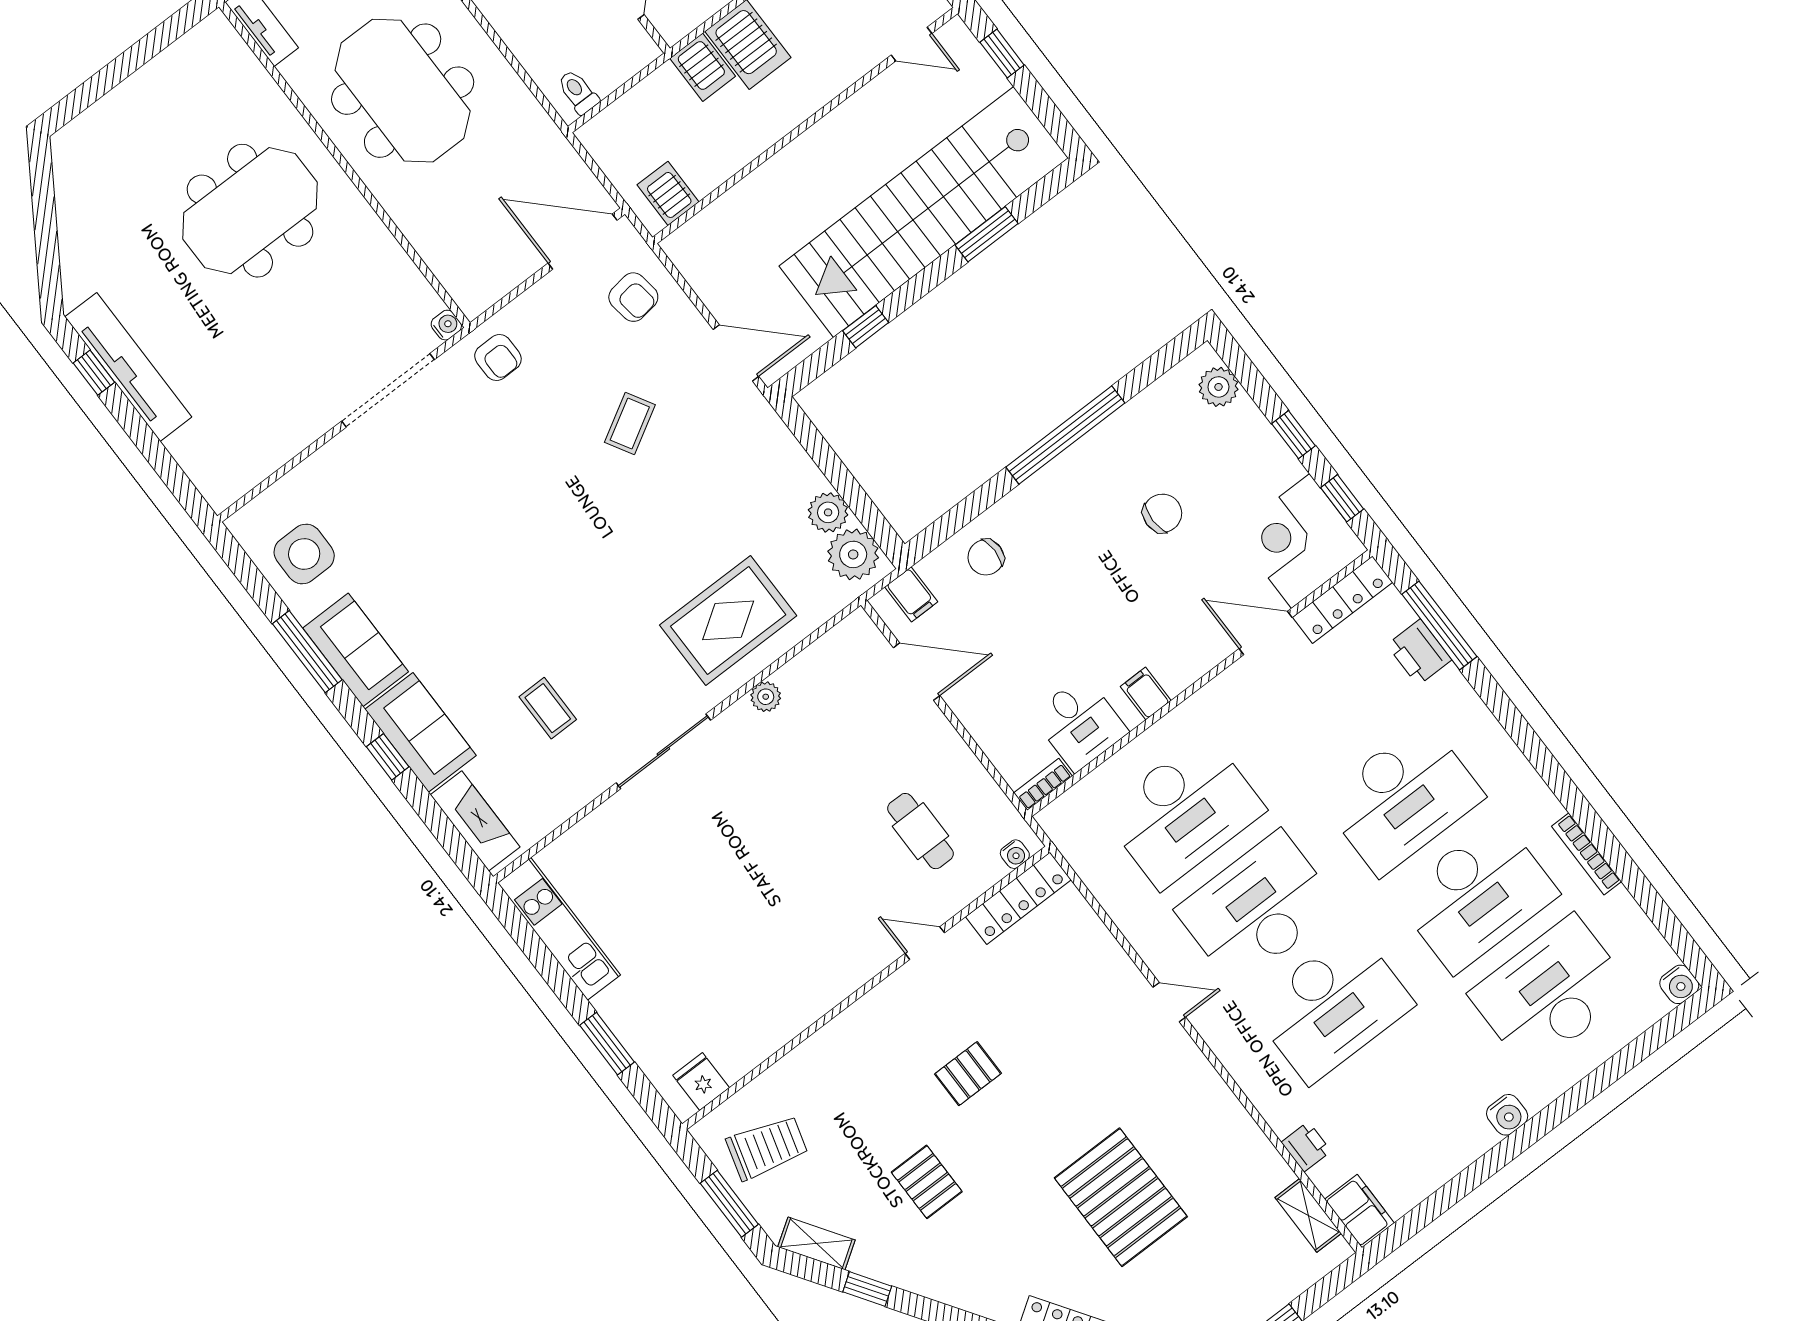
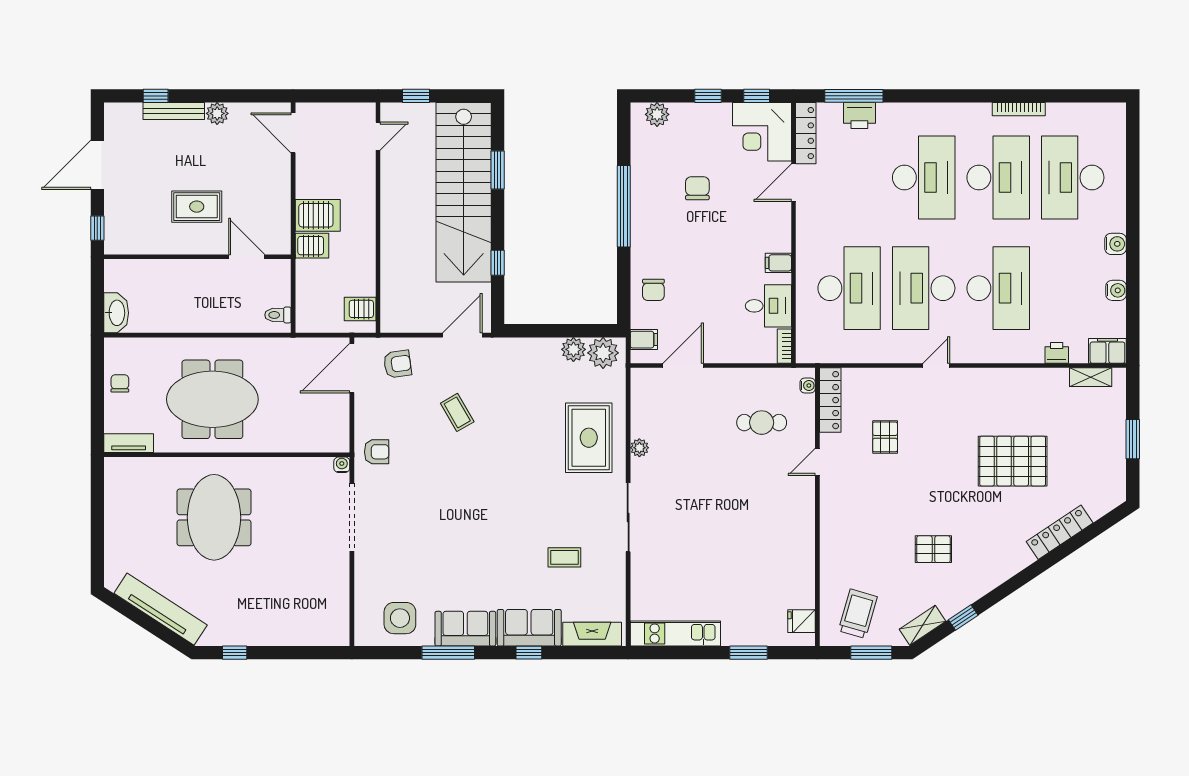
tv unit: (128, 367) -> (161, 609), moved, turned 33
water cooler: (1679, 984) -> (1116, 290), moved
pallet: (968, 1074) -> (885, 437), moved

